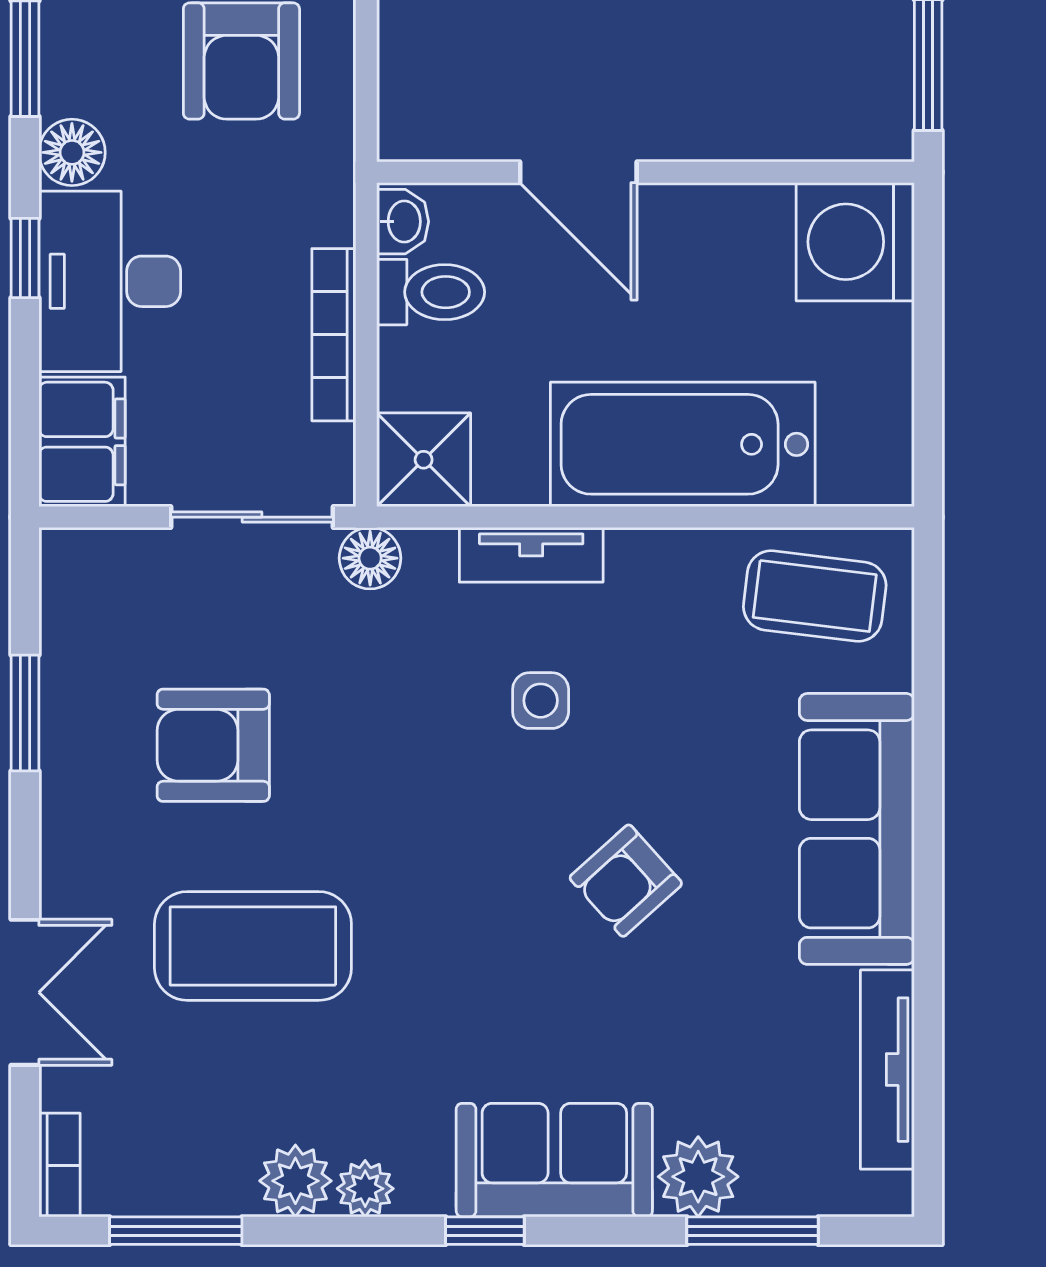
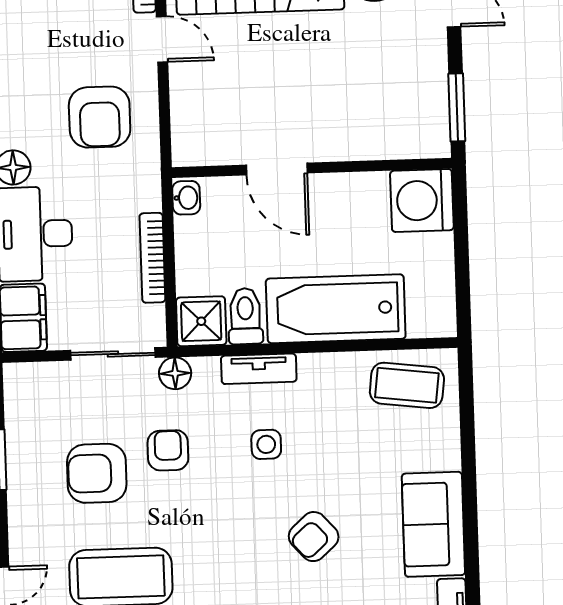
toilet: (431, 292) -> (245, 316), moved, turned -90
armchair: (351, 706) -> (168, 450), added
sofa: (857, 829) -> (433, 524), width x0.73

